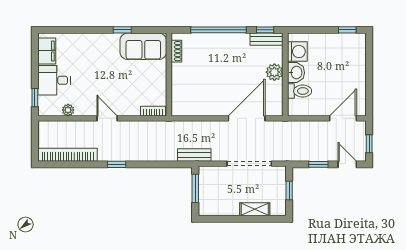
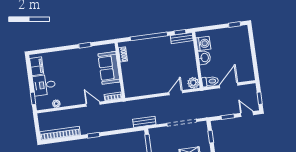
sofa: (143, 46) -> (109, 68), moved, turned 90
plant: (274, 72) -> (193, 83), moved
toilet: (299, 91) -> (210, 81), moved
door: (107, 118) -> (93, 104), moved
door: (247, 118) -> (176, 93), width x0.53
door: (343, 118) -> (229, 85), moved

